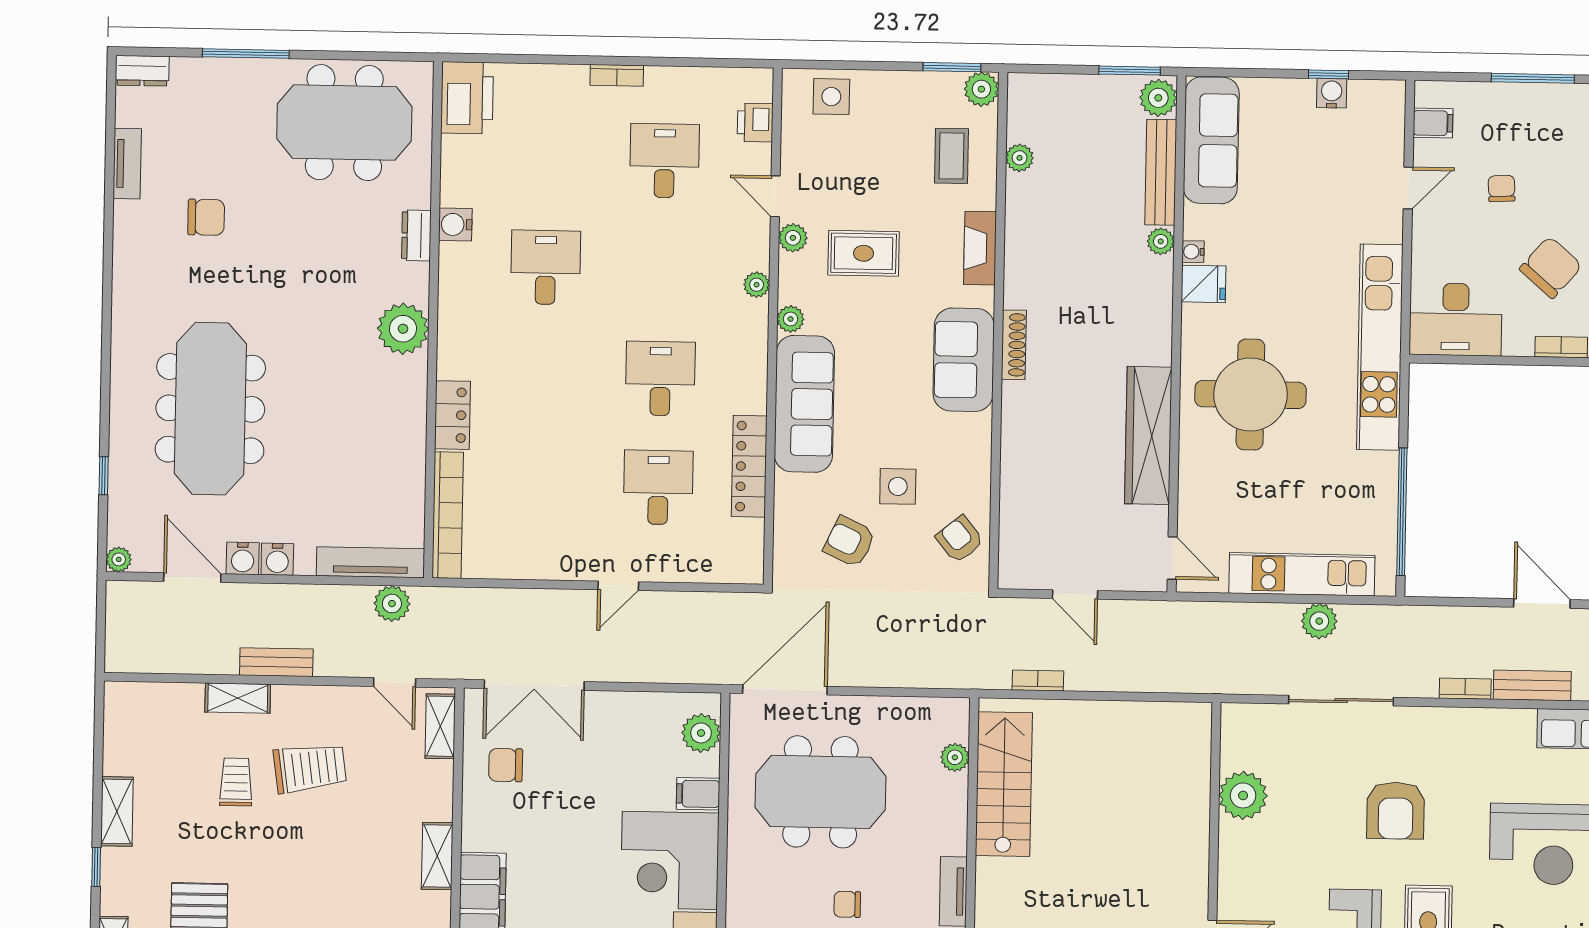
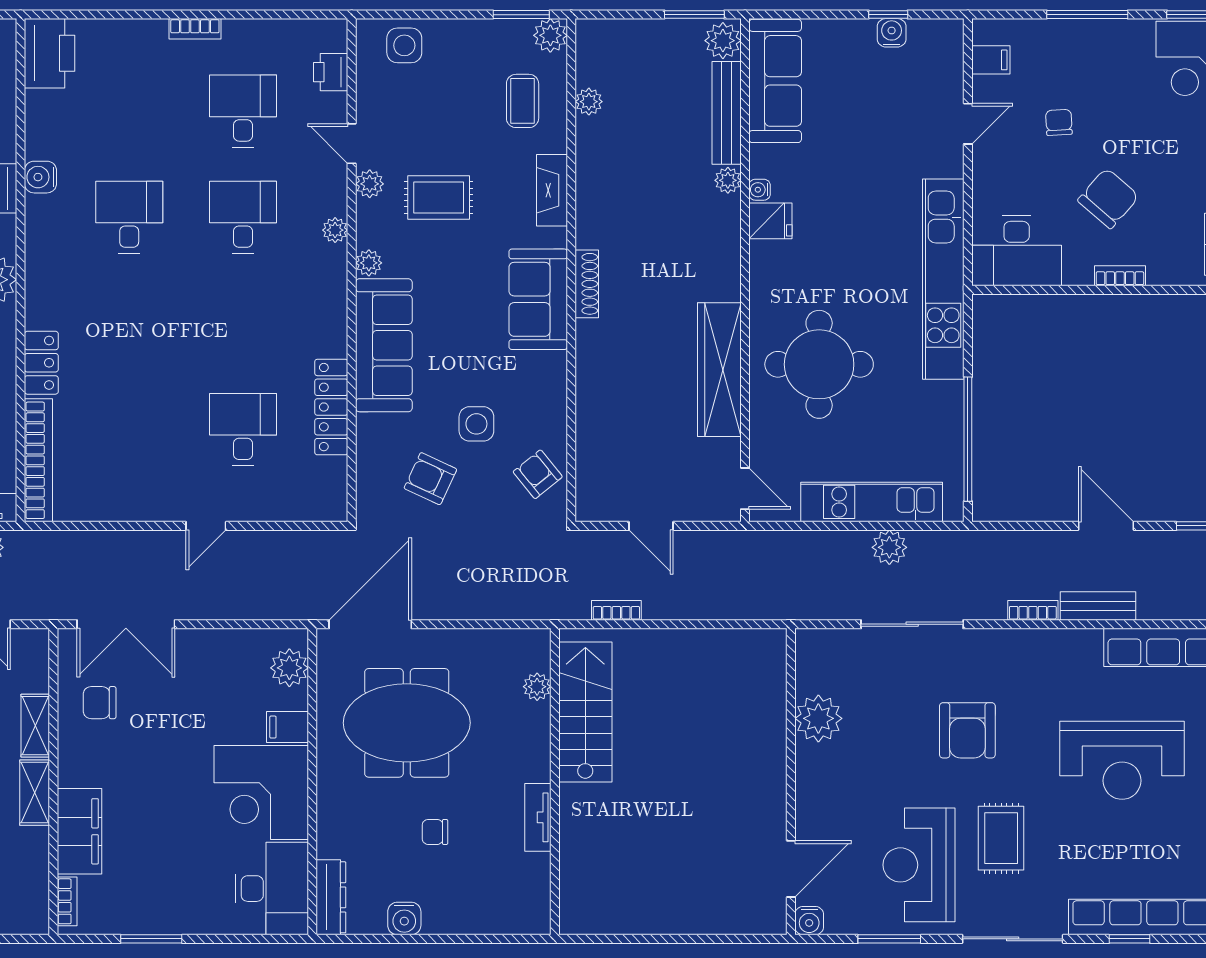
desk: (660, 379) -> (243, 217), moved
round table: (1250, 394) -> (819, 364), moved
shelving: (440, 726) -> (35, 726), moved

